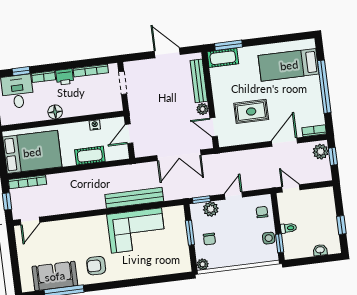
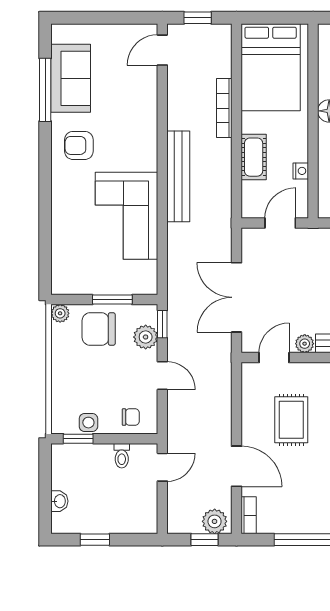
door: (129, 134) -> (280, 223), hinge flipped
bookcase: (28, 182) -> (224, 108), moved
bench: (134, 198) -> (178, 176), moved
door: (30, 221) -> (162, 50), hinge flipped
toilet: (288, 228) -> (122, 456), moved
chair: (209, 239) -> (99, 329), width x1.87, depth x1.87
armchair: (96, 266) -> (79, 145), turned -90

